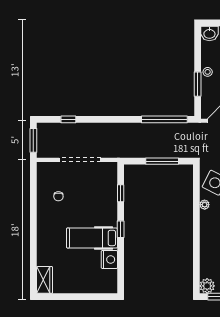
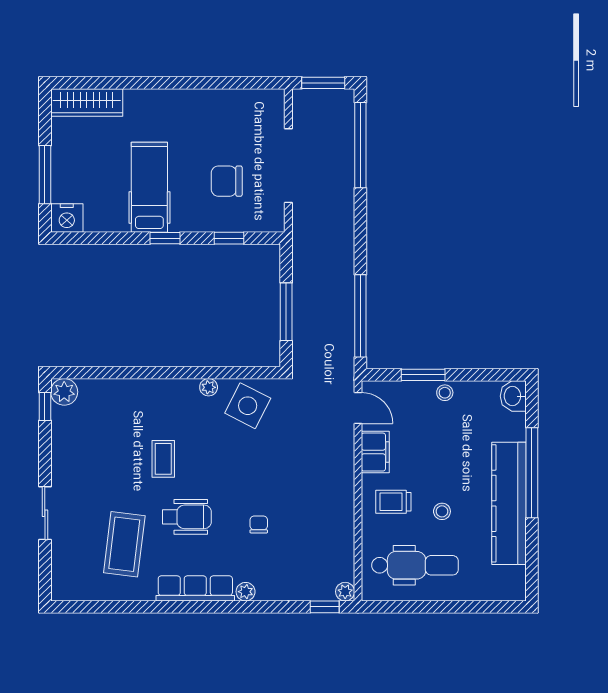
window: (68, 119) -> (360, 145), width x3.17
chair: (58, 196) -> (227, 181), moved, width x1.87, depth x1.87
nightstand: (109, 260) -> (67, 218), moved
wardrobe: (44, 280) -> (87, 102), width x1.50
window: (85, 297) -> (45, 175), added

